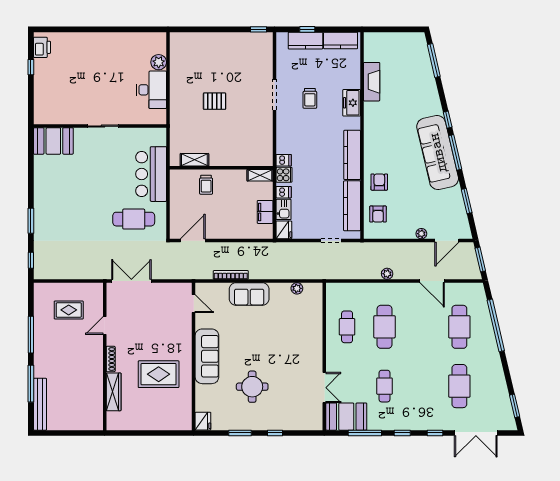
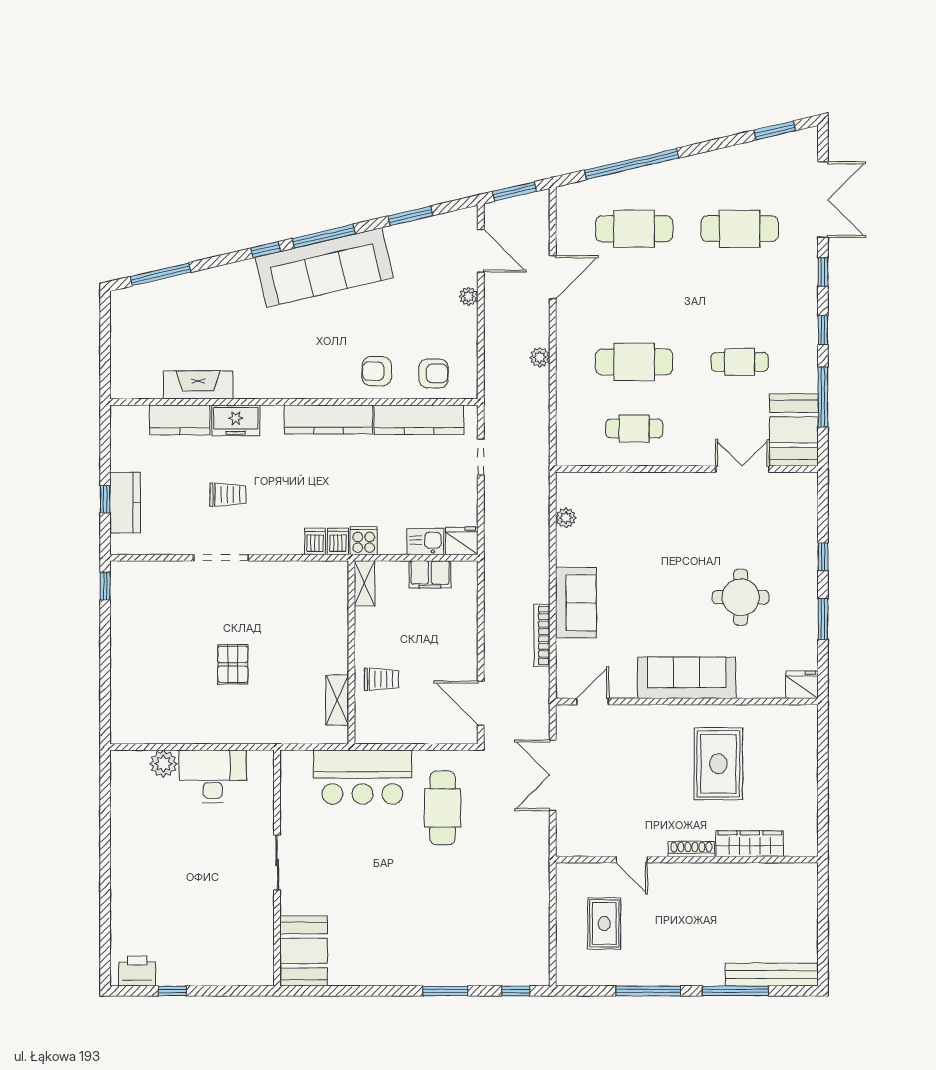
kitchen counter: (341, 40) -> (180, 420), moved, turned 90
dishwasher: (284, 192) -> (315, 541), moved
double door: (131, 281) -> (553, 775), moved

